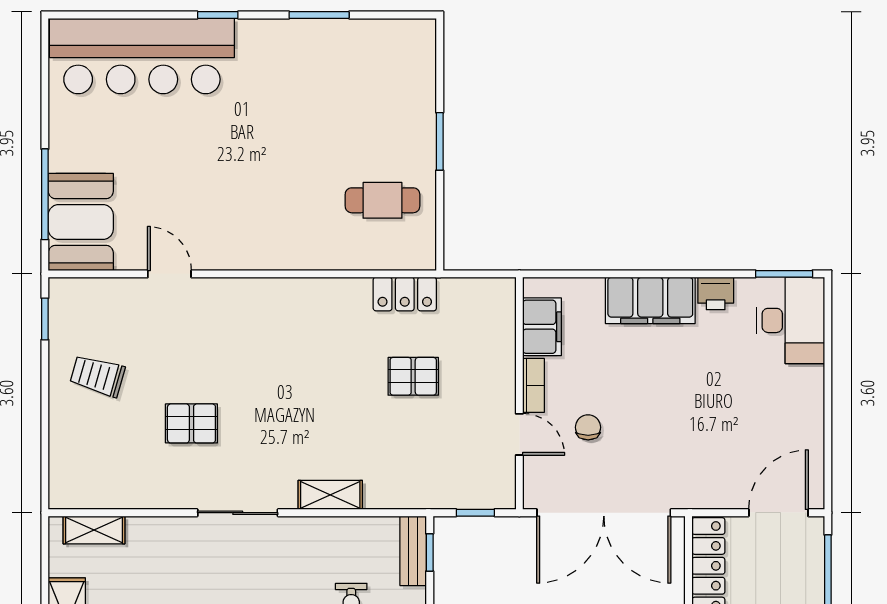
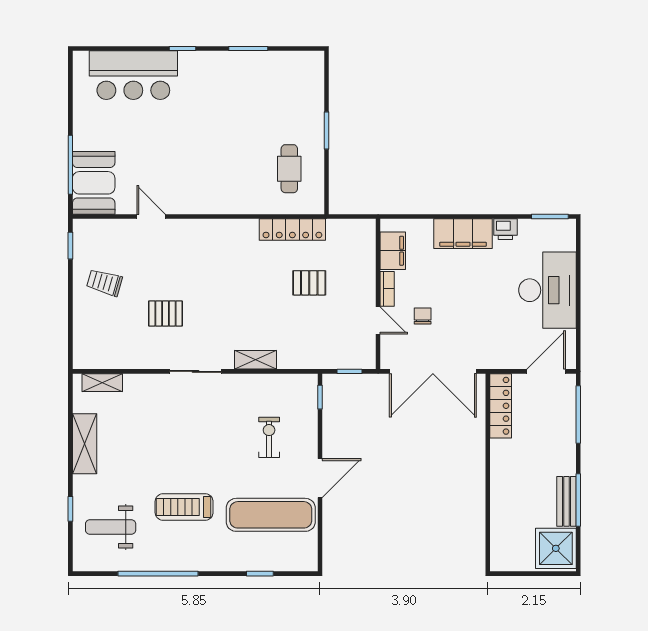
bar counter: (142, 56) -> (133, 75), width x0.73
cafe table: (382, 200) -> (289, 169), turned 90
locker: (405, 294) -> (292, 230), width x1.53
desk: (791, 320) -> (547, 290), moved, width x1.36, depth x1.30
bench: (413, 551) -> (309, 396), removed

